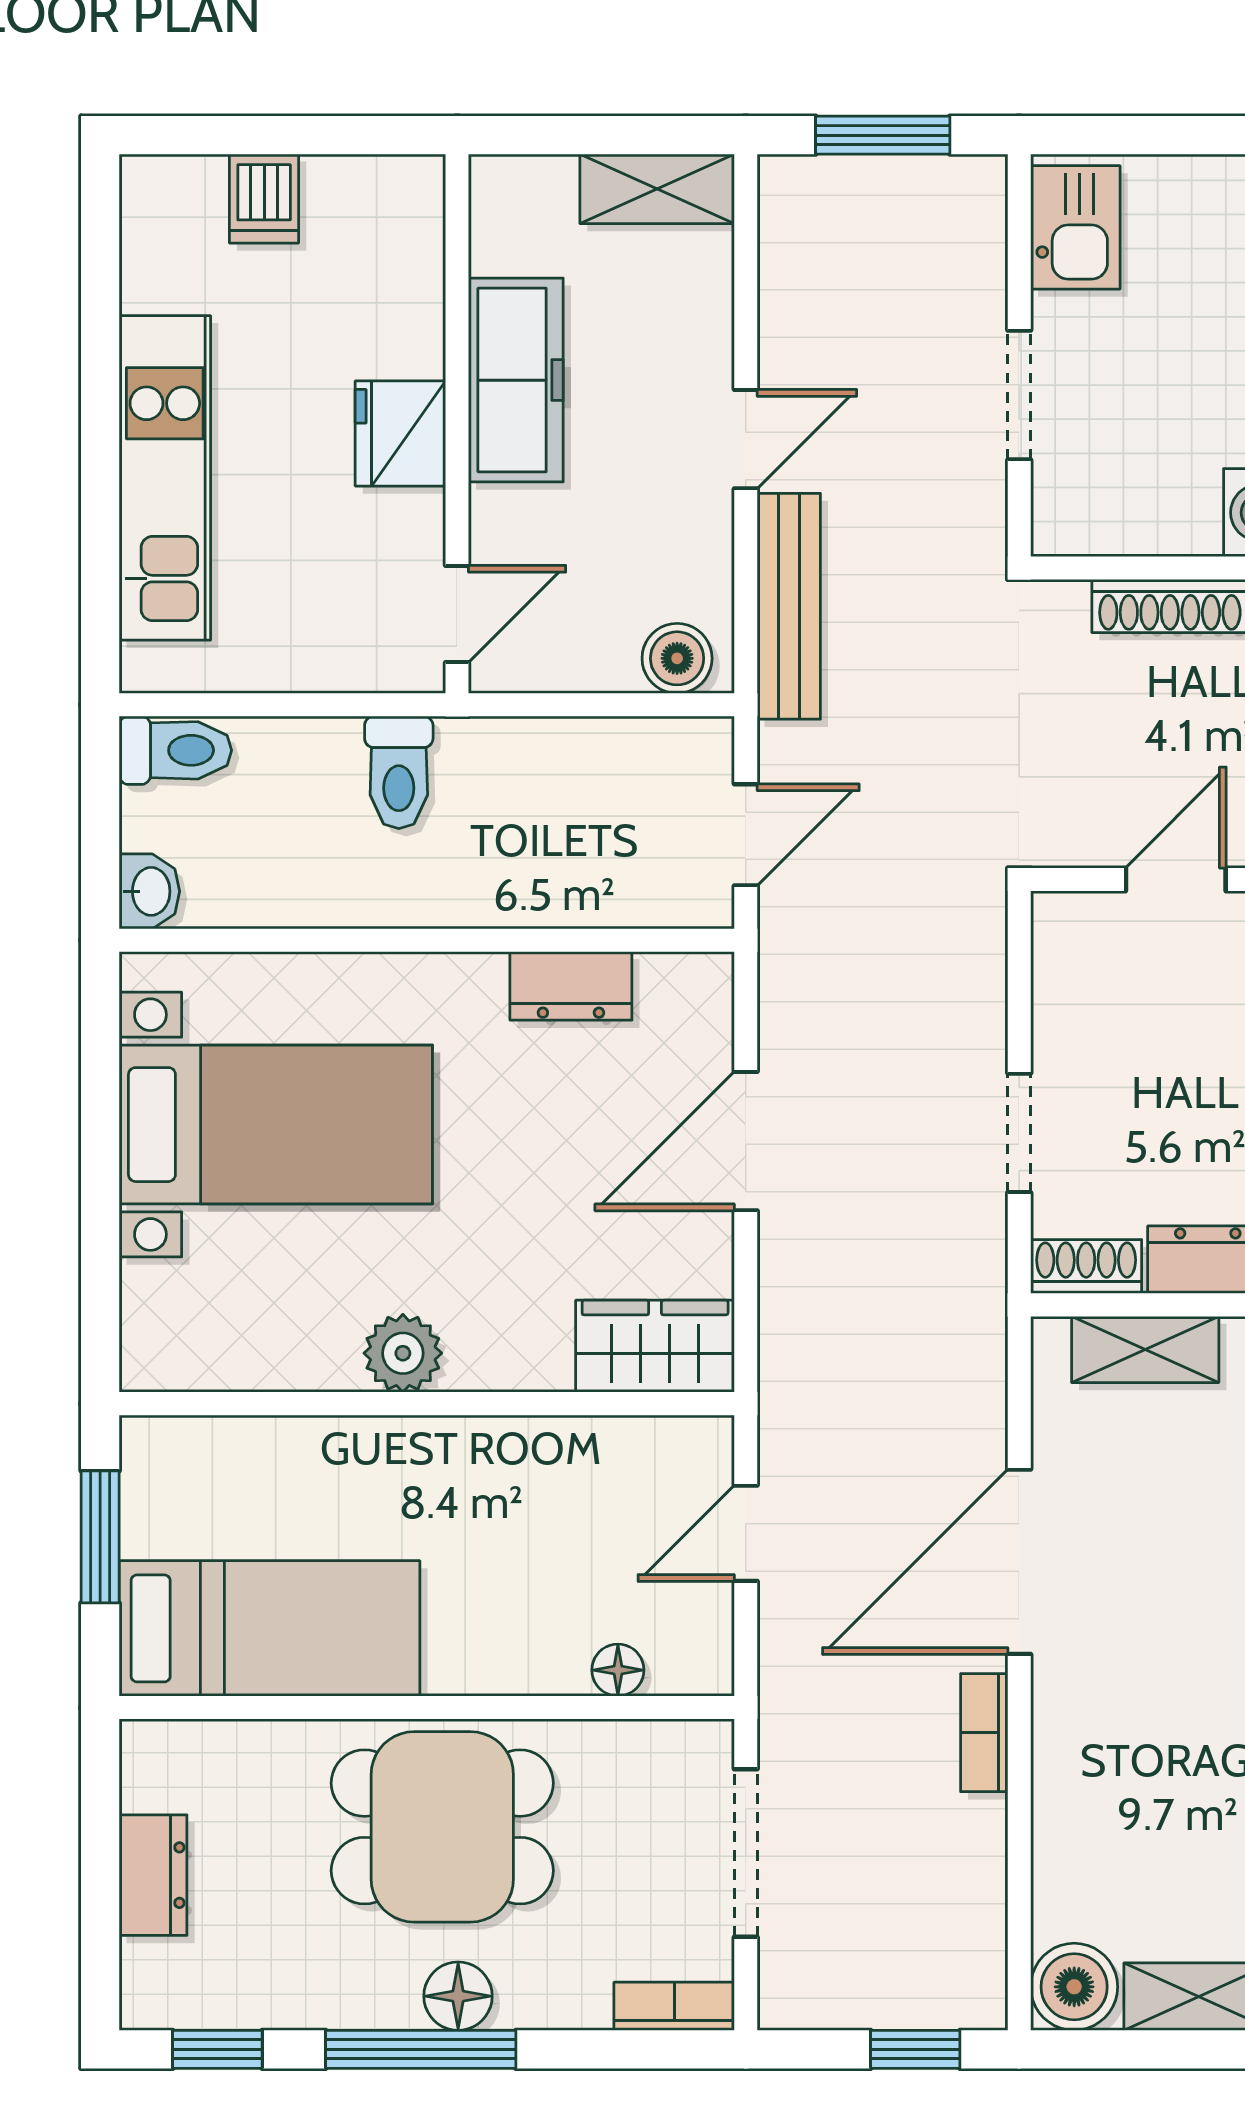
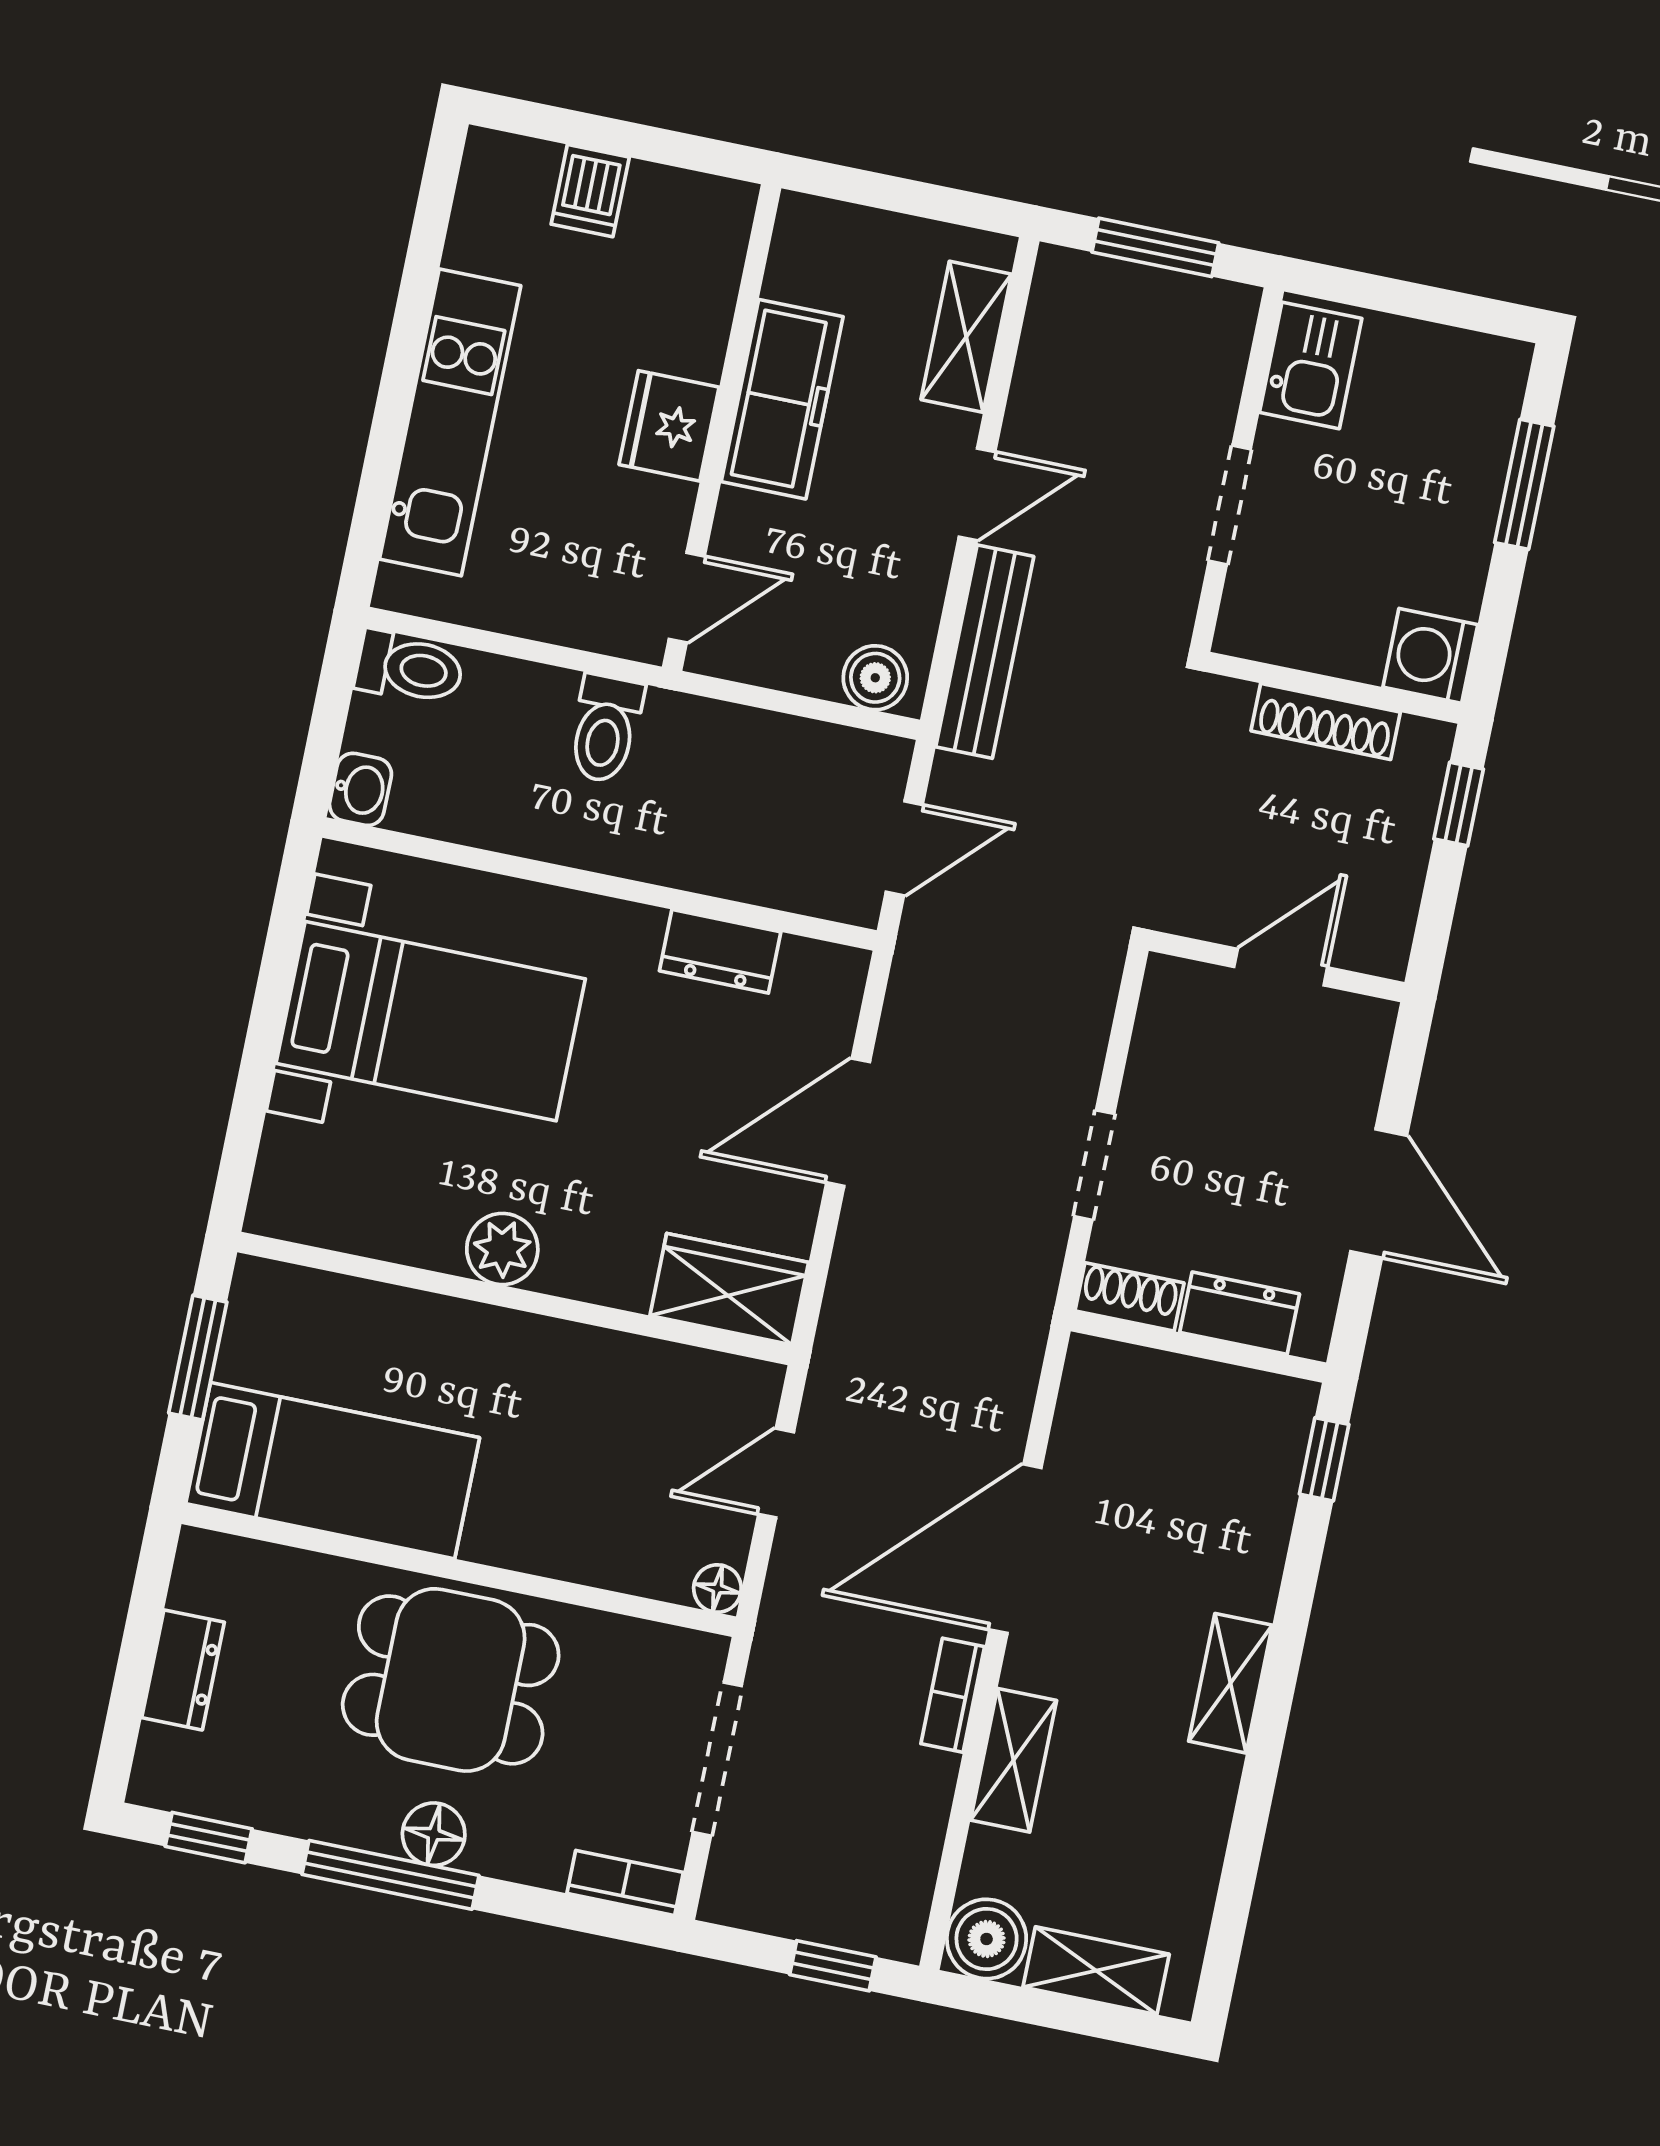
shelving: (657, 189) -> (966, 337), moved, turned 90
shelving: (1145, 1349) -> (1014, 1760), moved, turned 90
floor lamp: (618, 1670) -> (717, 1588), moved

